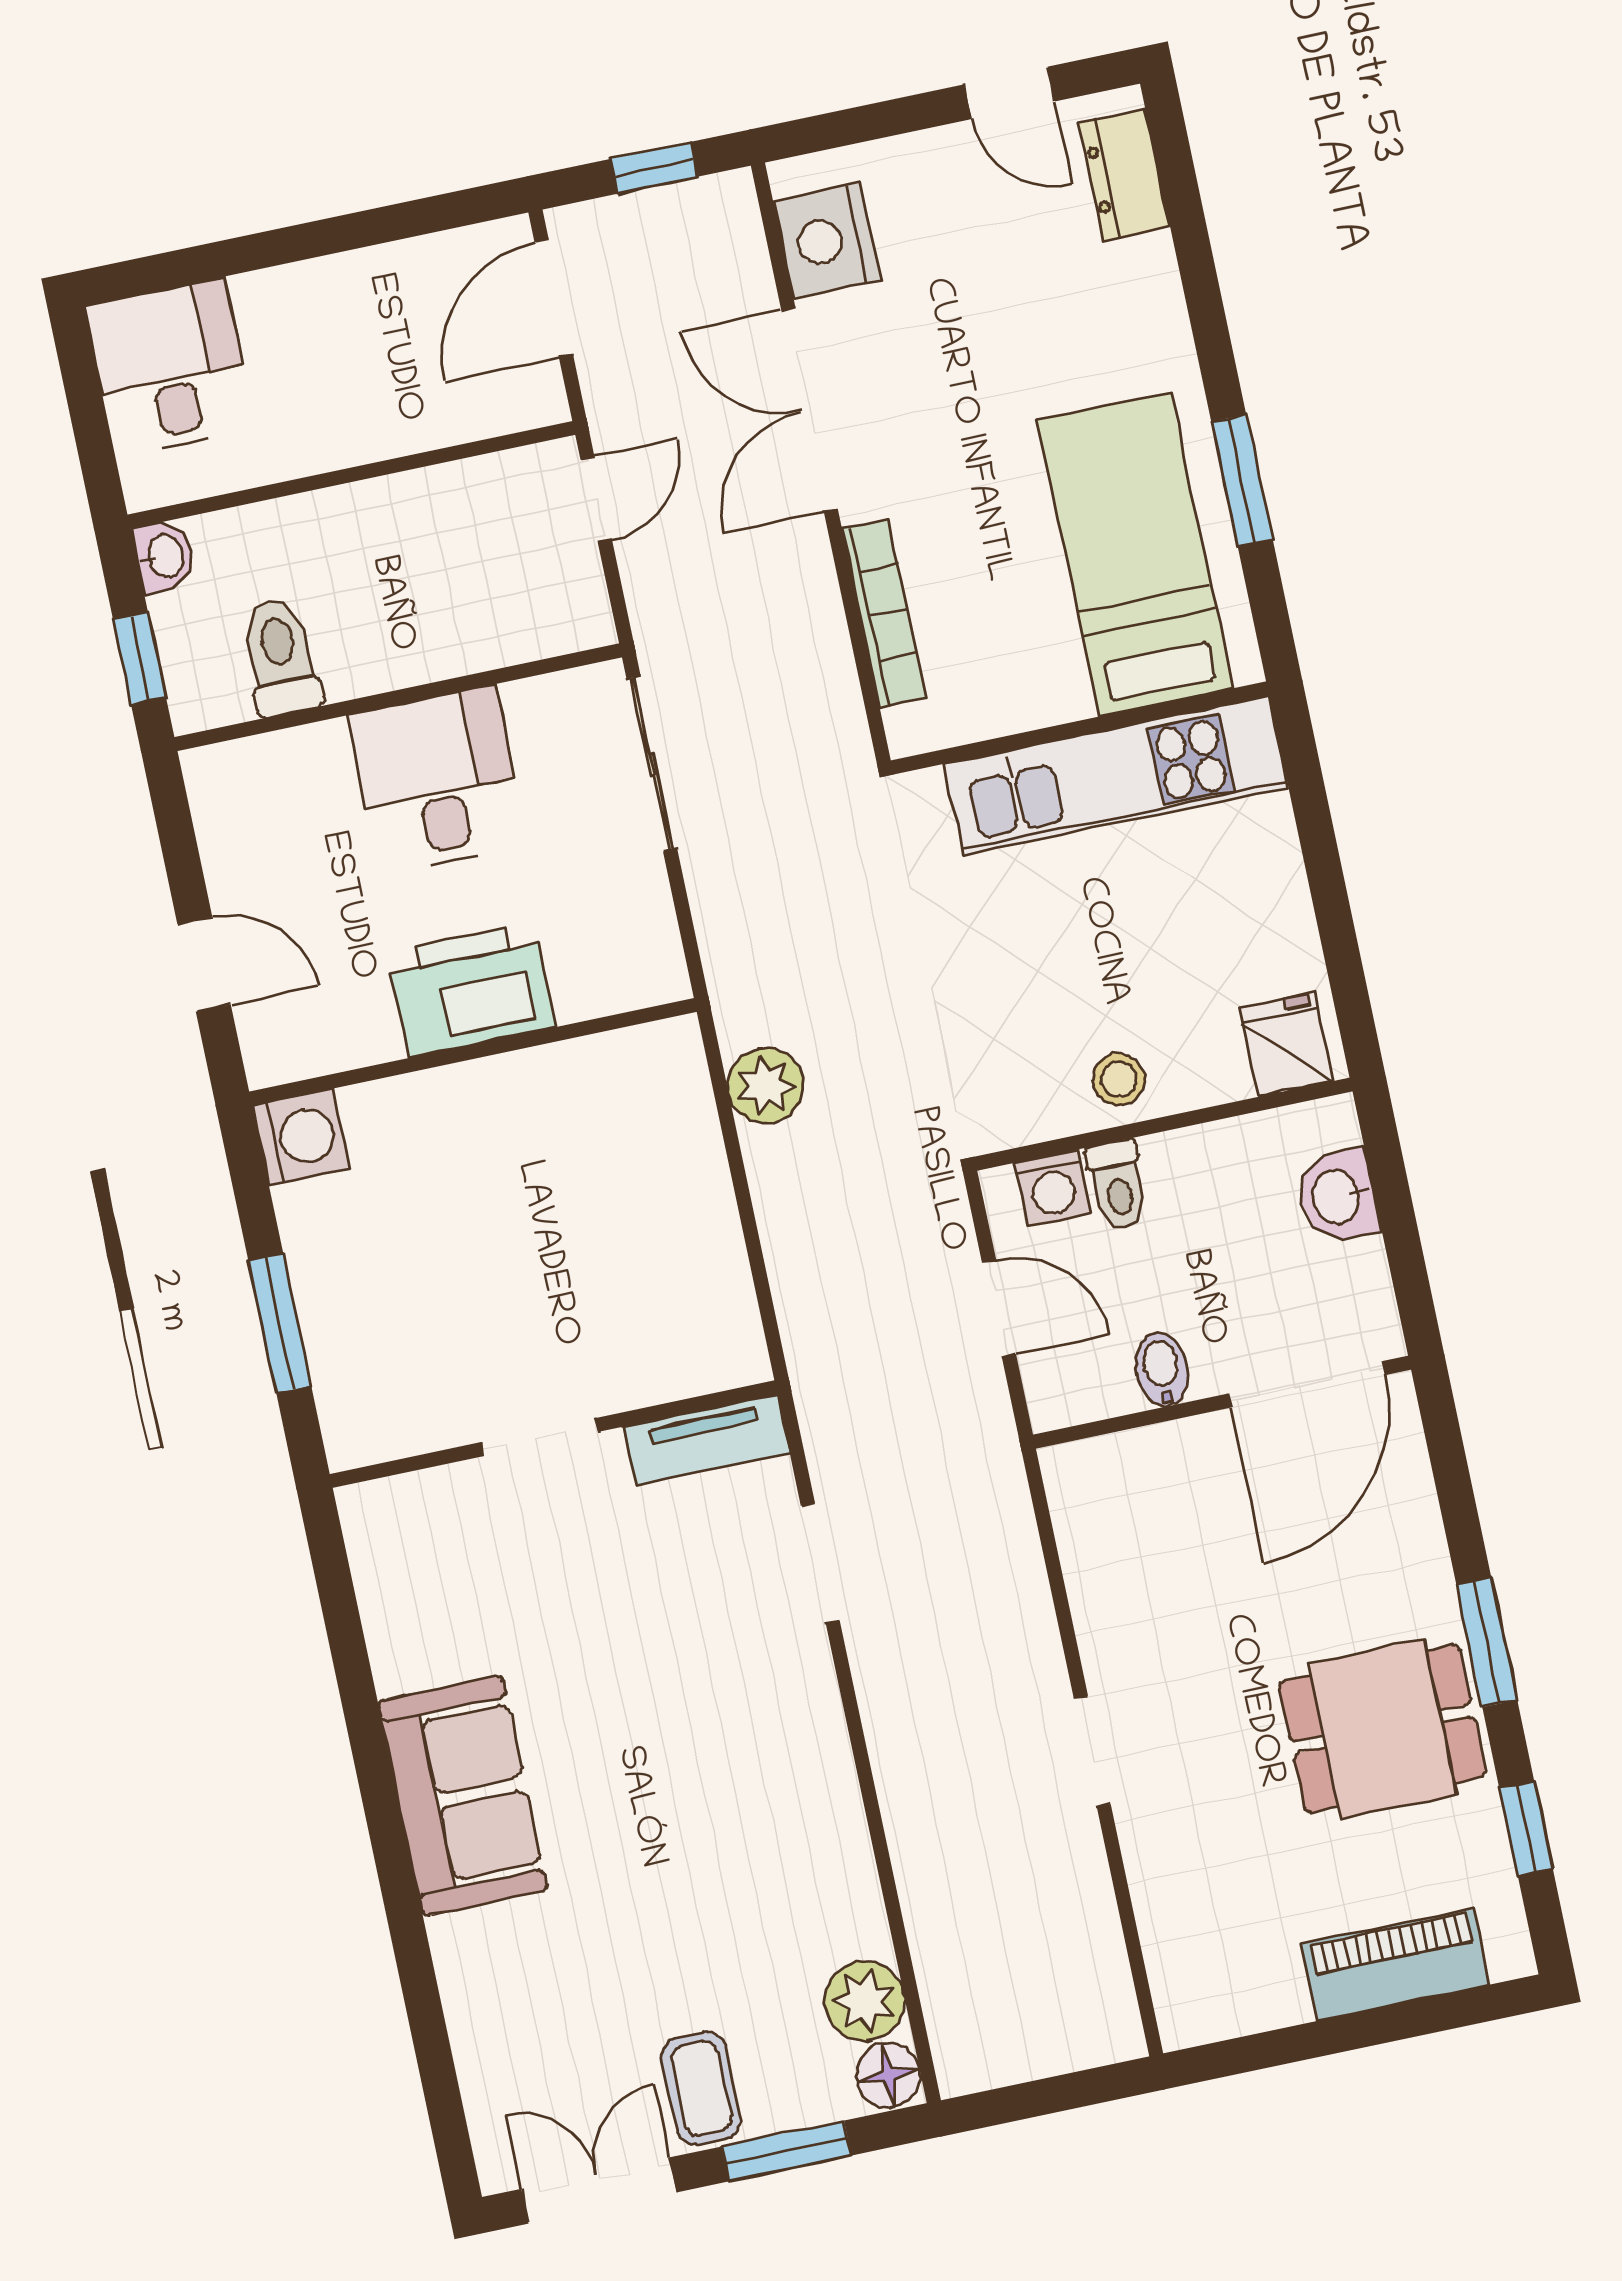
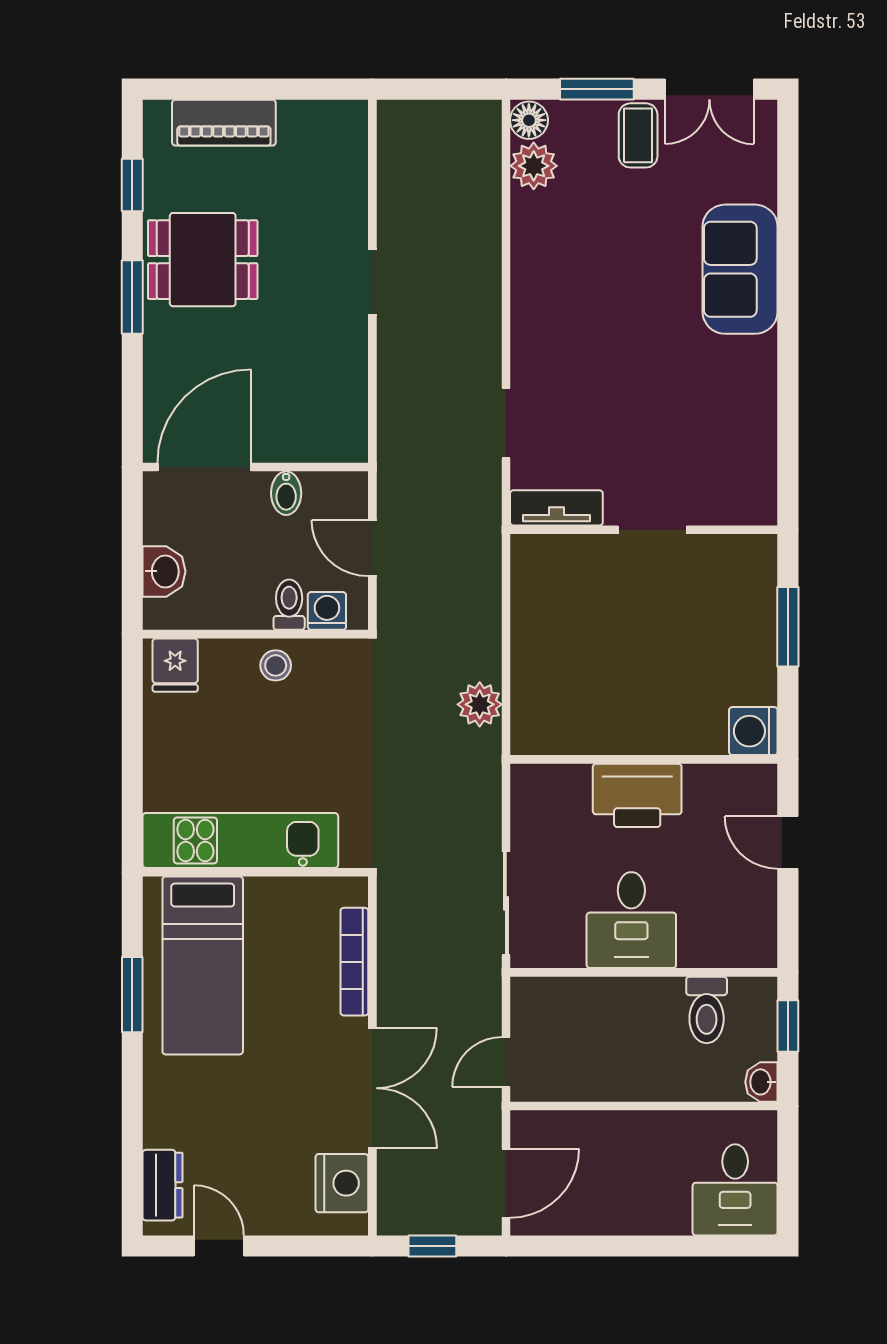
sofa: (462, 1796) -> (740, 269), moved

